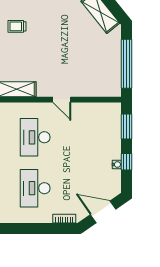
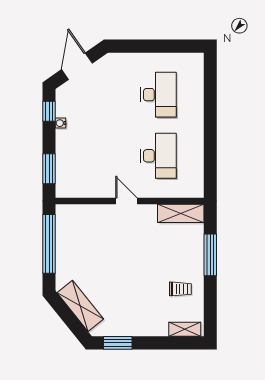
window: (126, 162) -> (49, 111), moved
door: (103, 212) -> (77, 66), swing flipped
bookcase: (64, 219) -> (124, 58), removed

